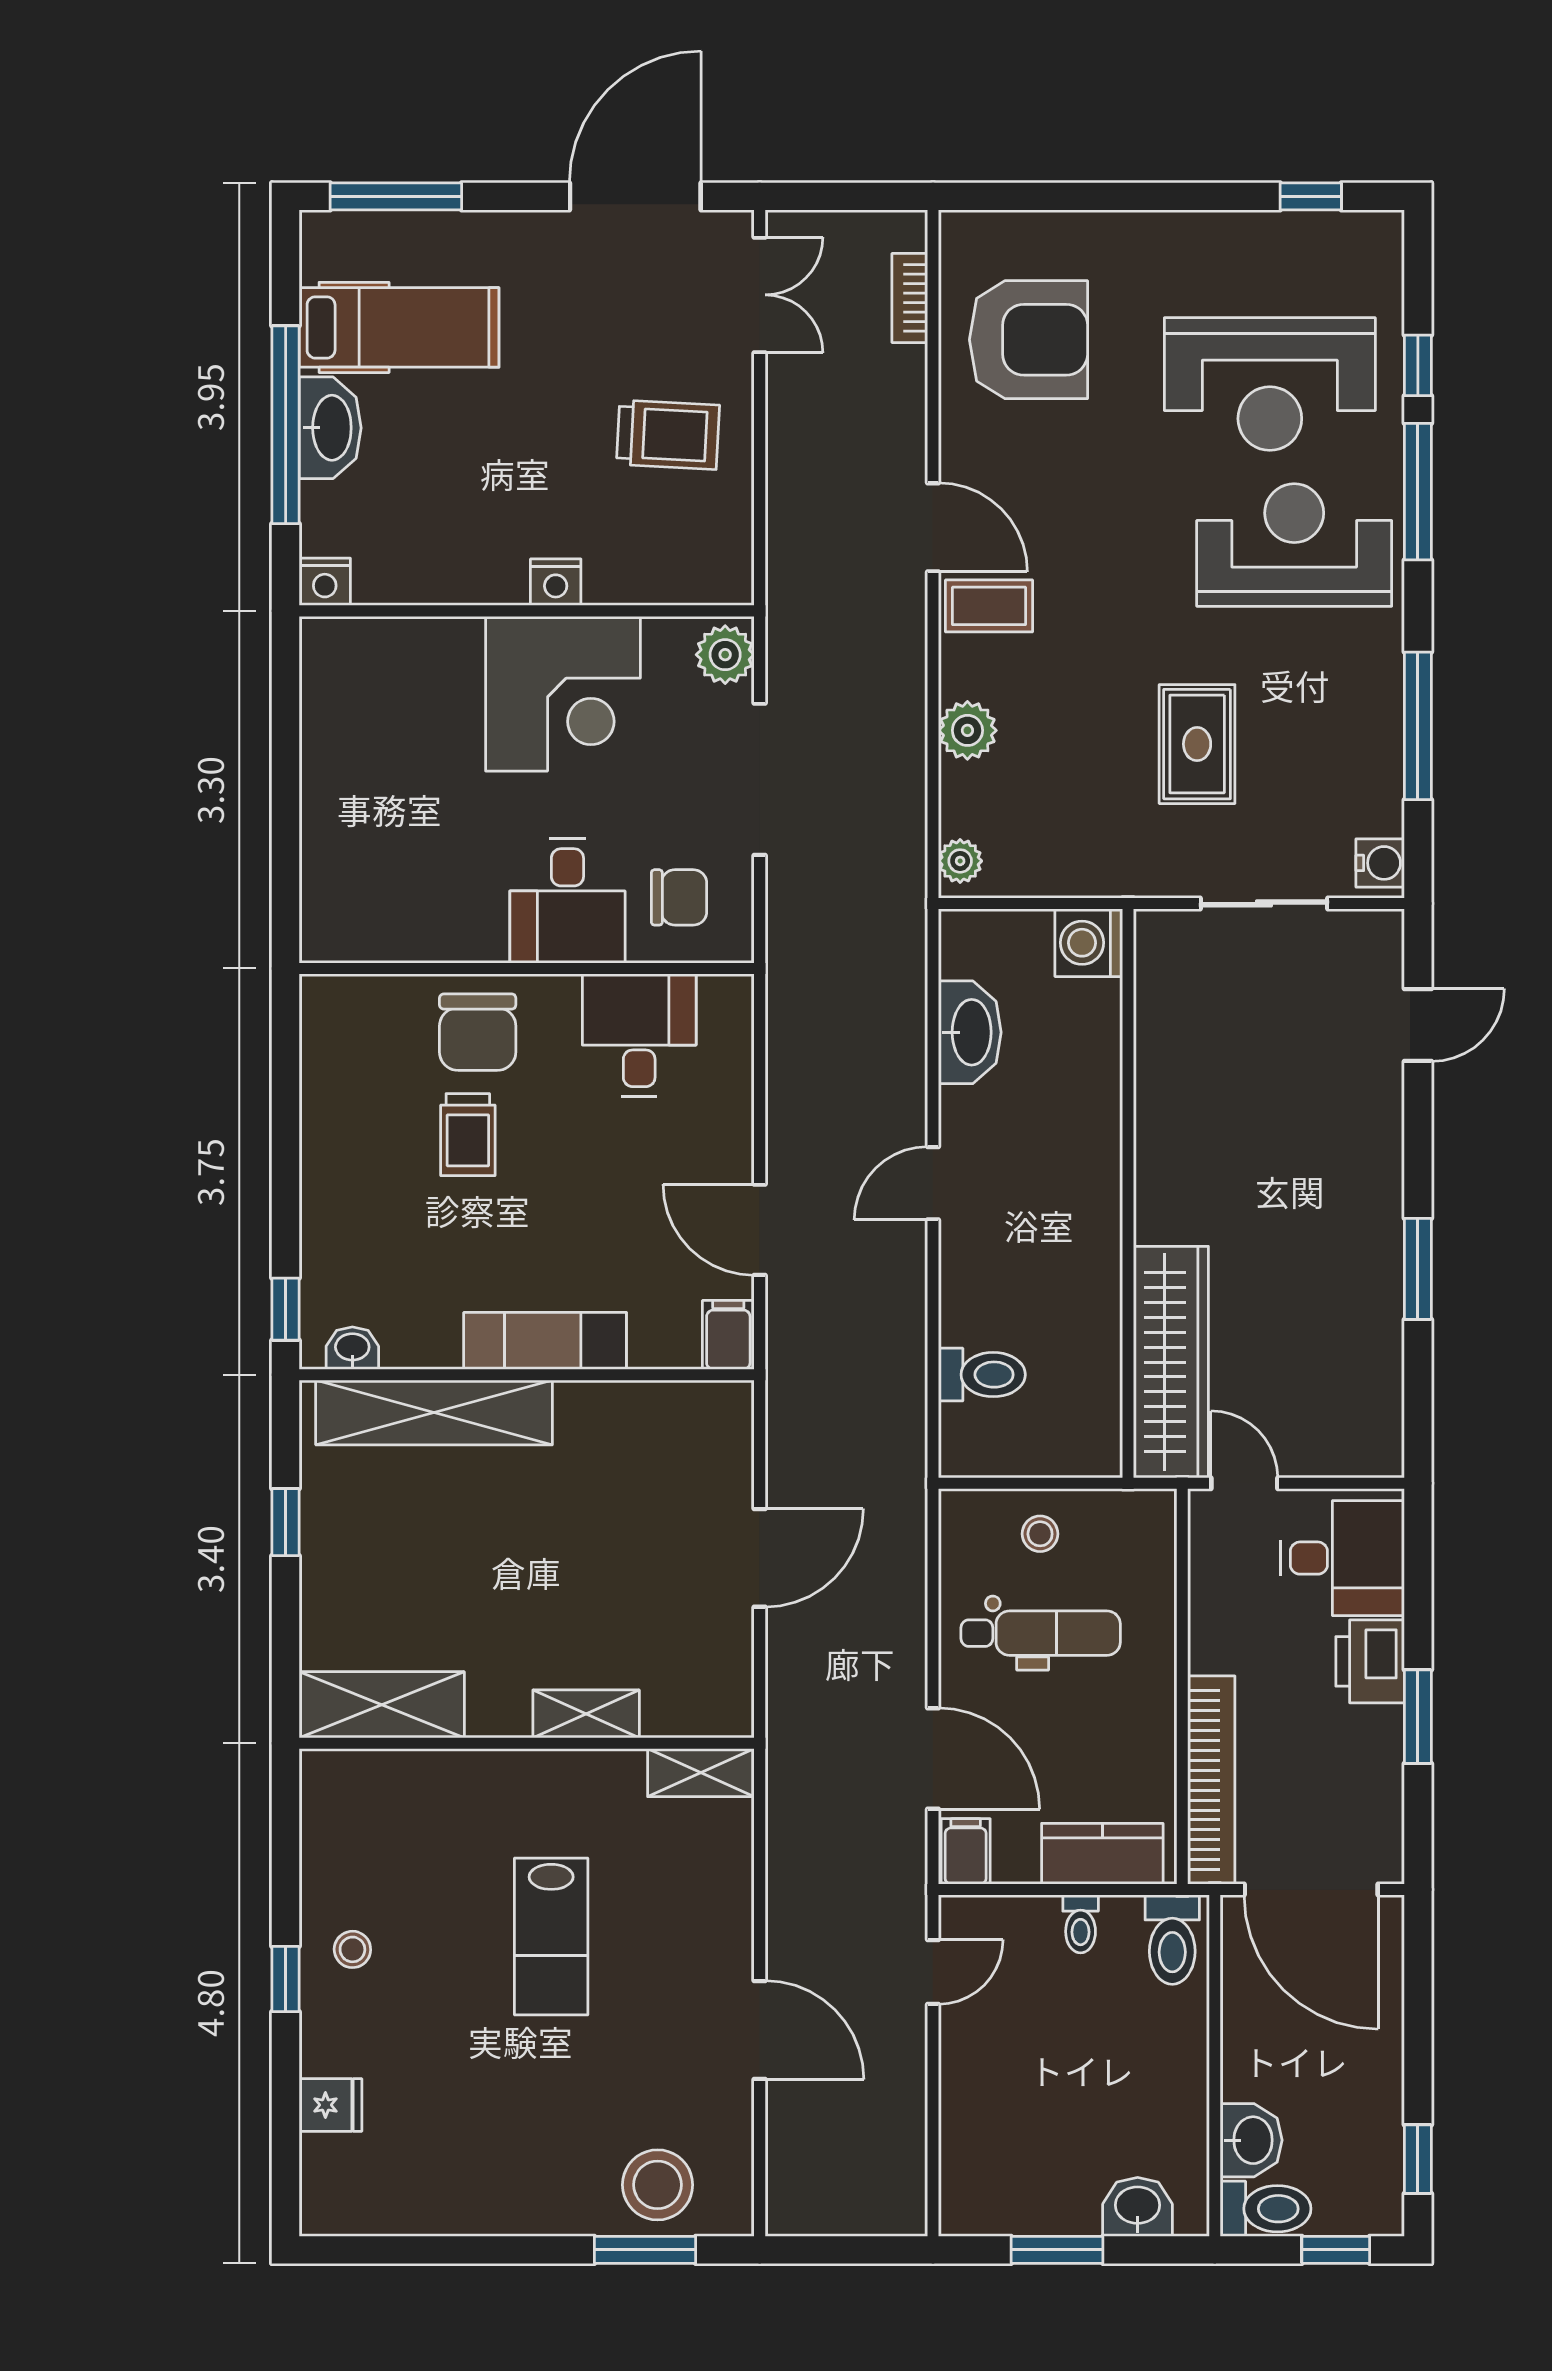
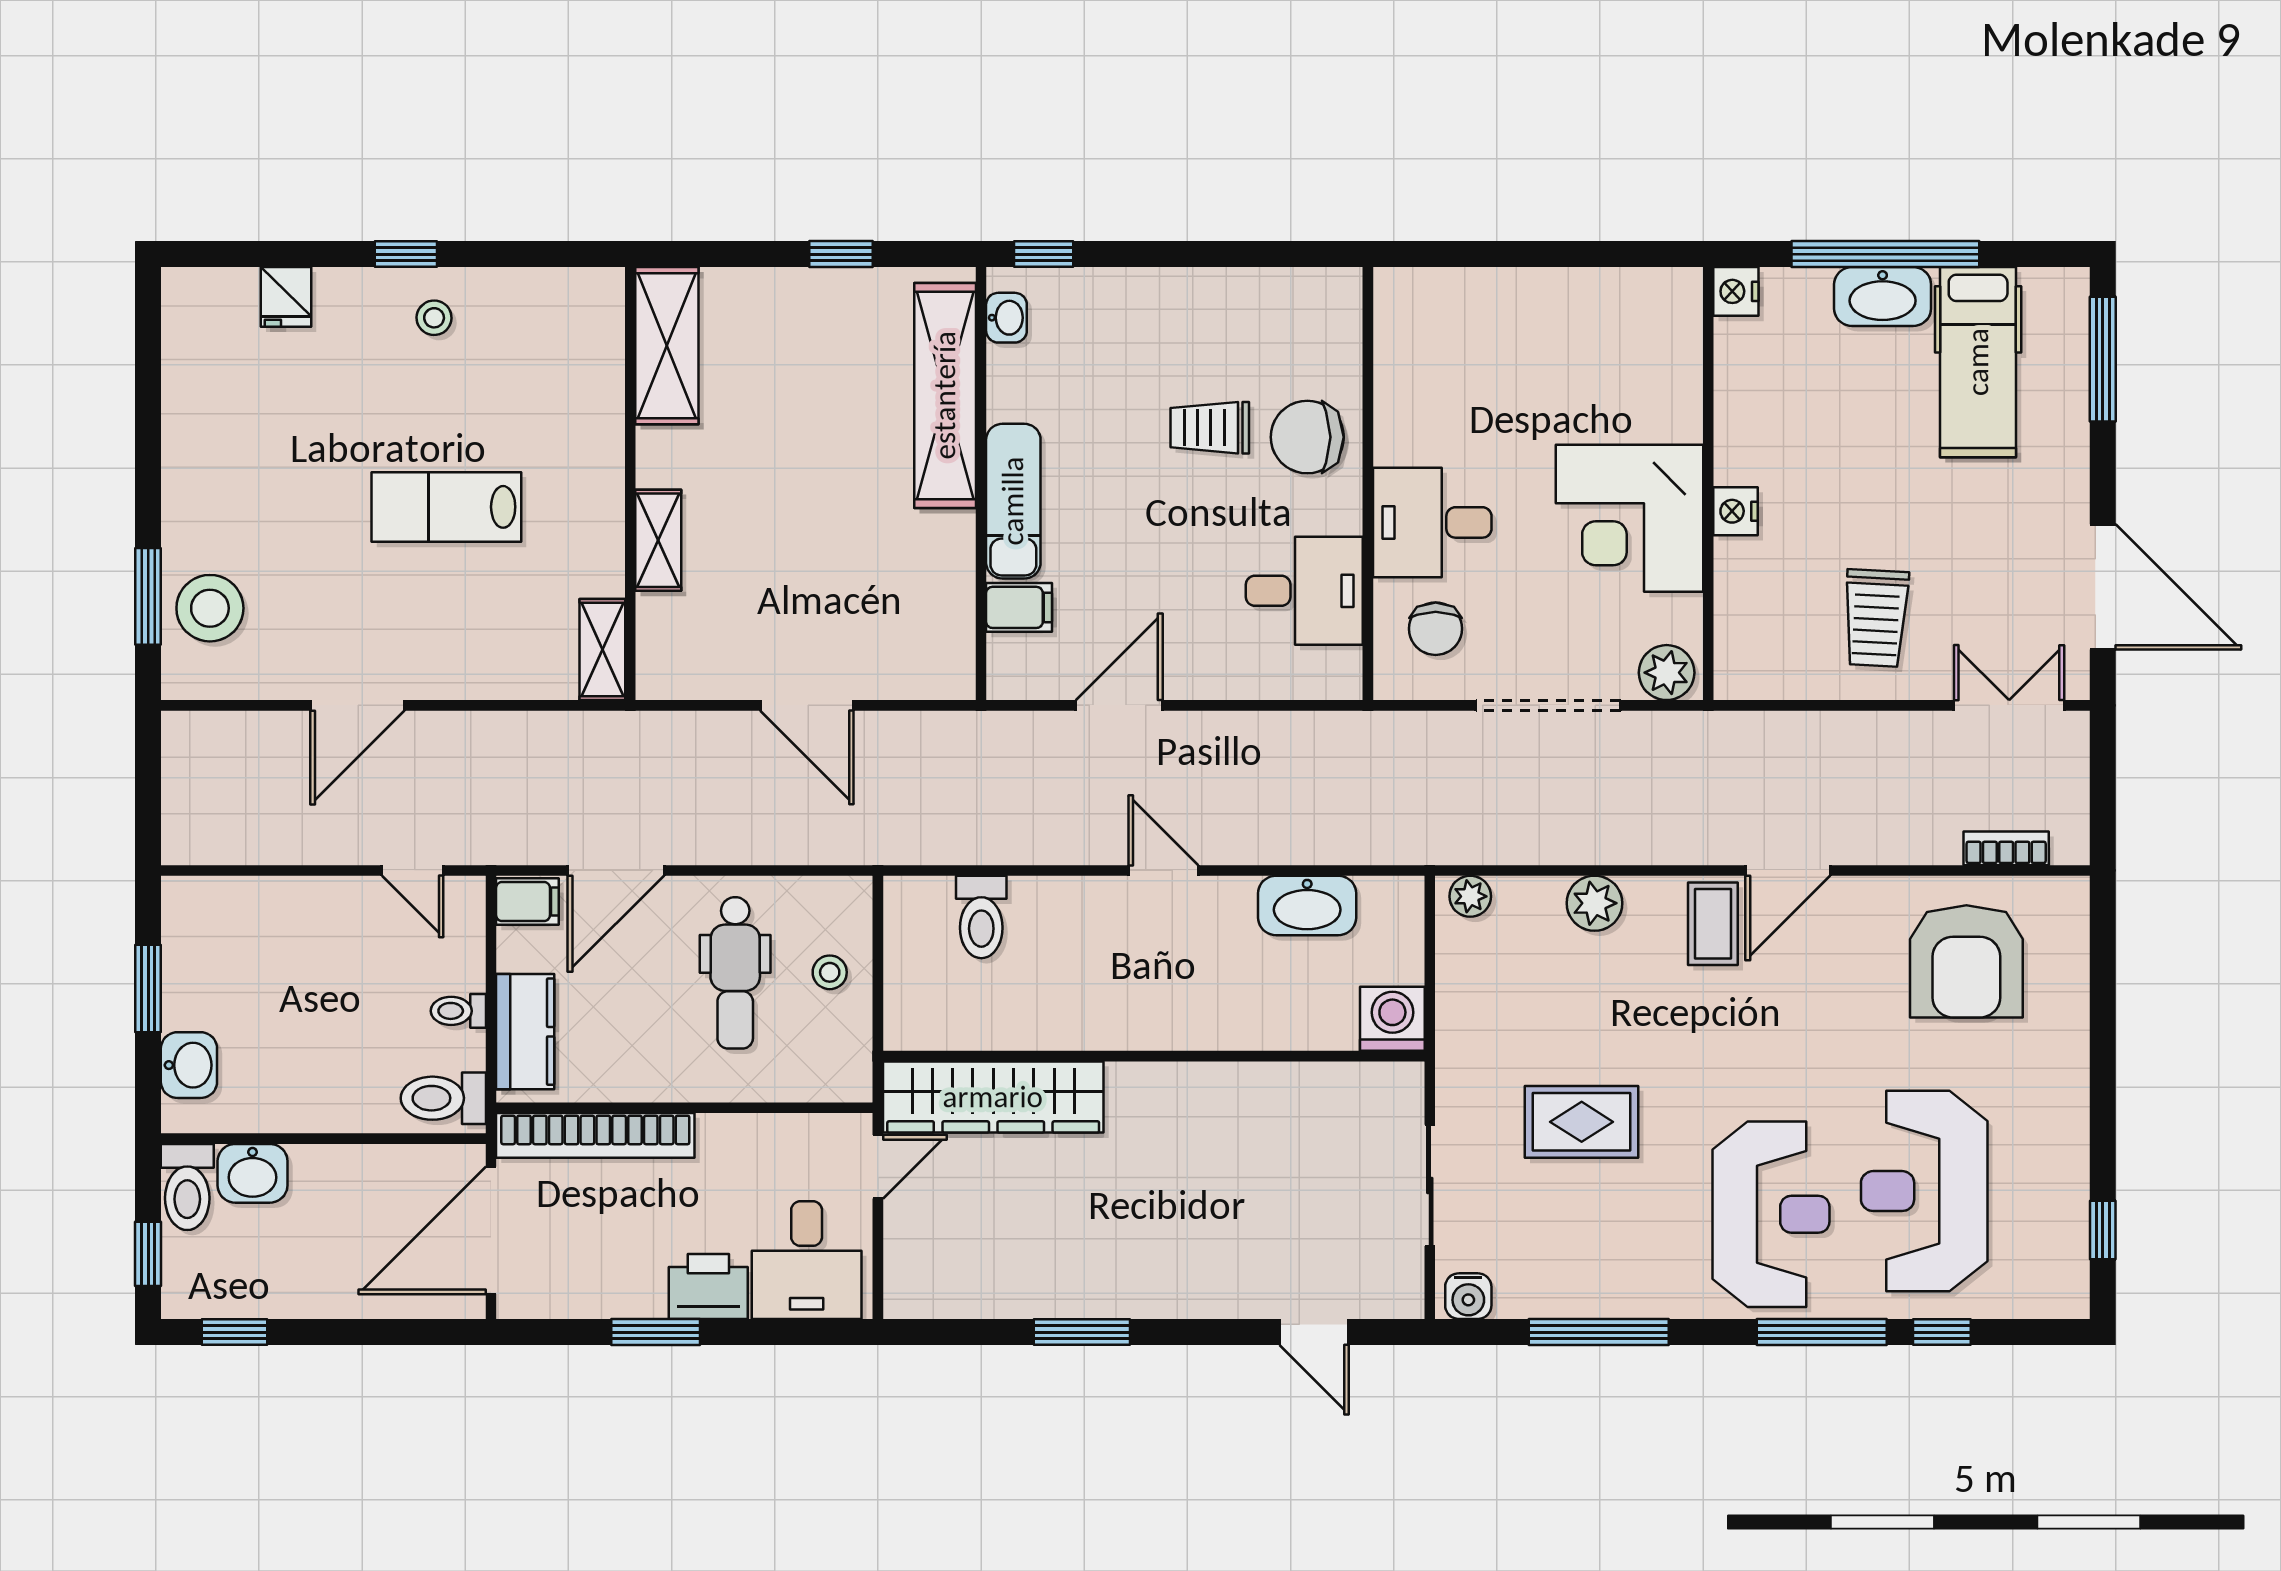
double door: (760, 295) -> (2009, 705), swing flipped
filing cabinet: (728, 1335) -> (1019, 607), moved

